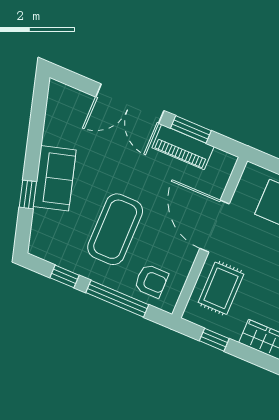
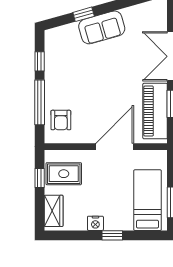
piano: (183, 147) -> (155, 111), width x1.37, depth x1.33
coffee table: (115, 229) -> (85, 82), removed
rug: (221, 288) -> (64, 174), moved

